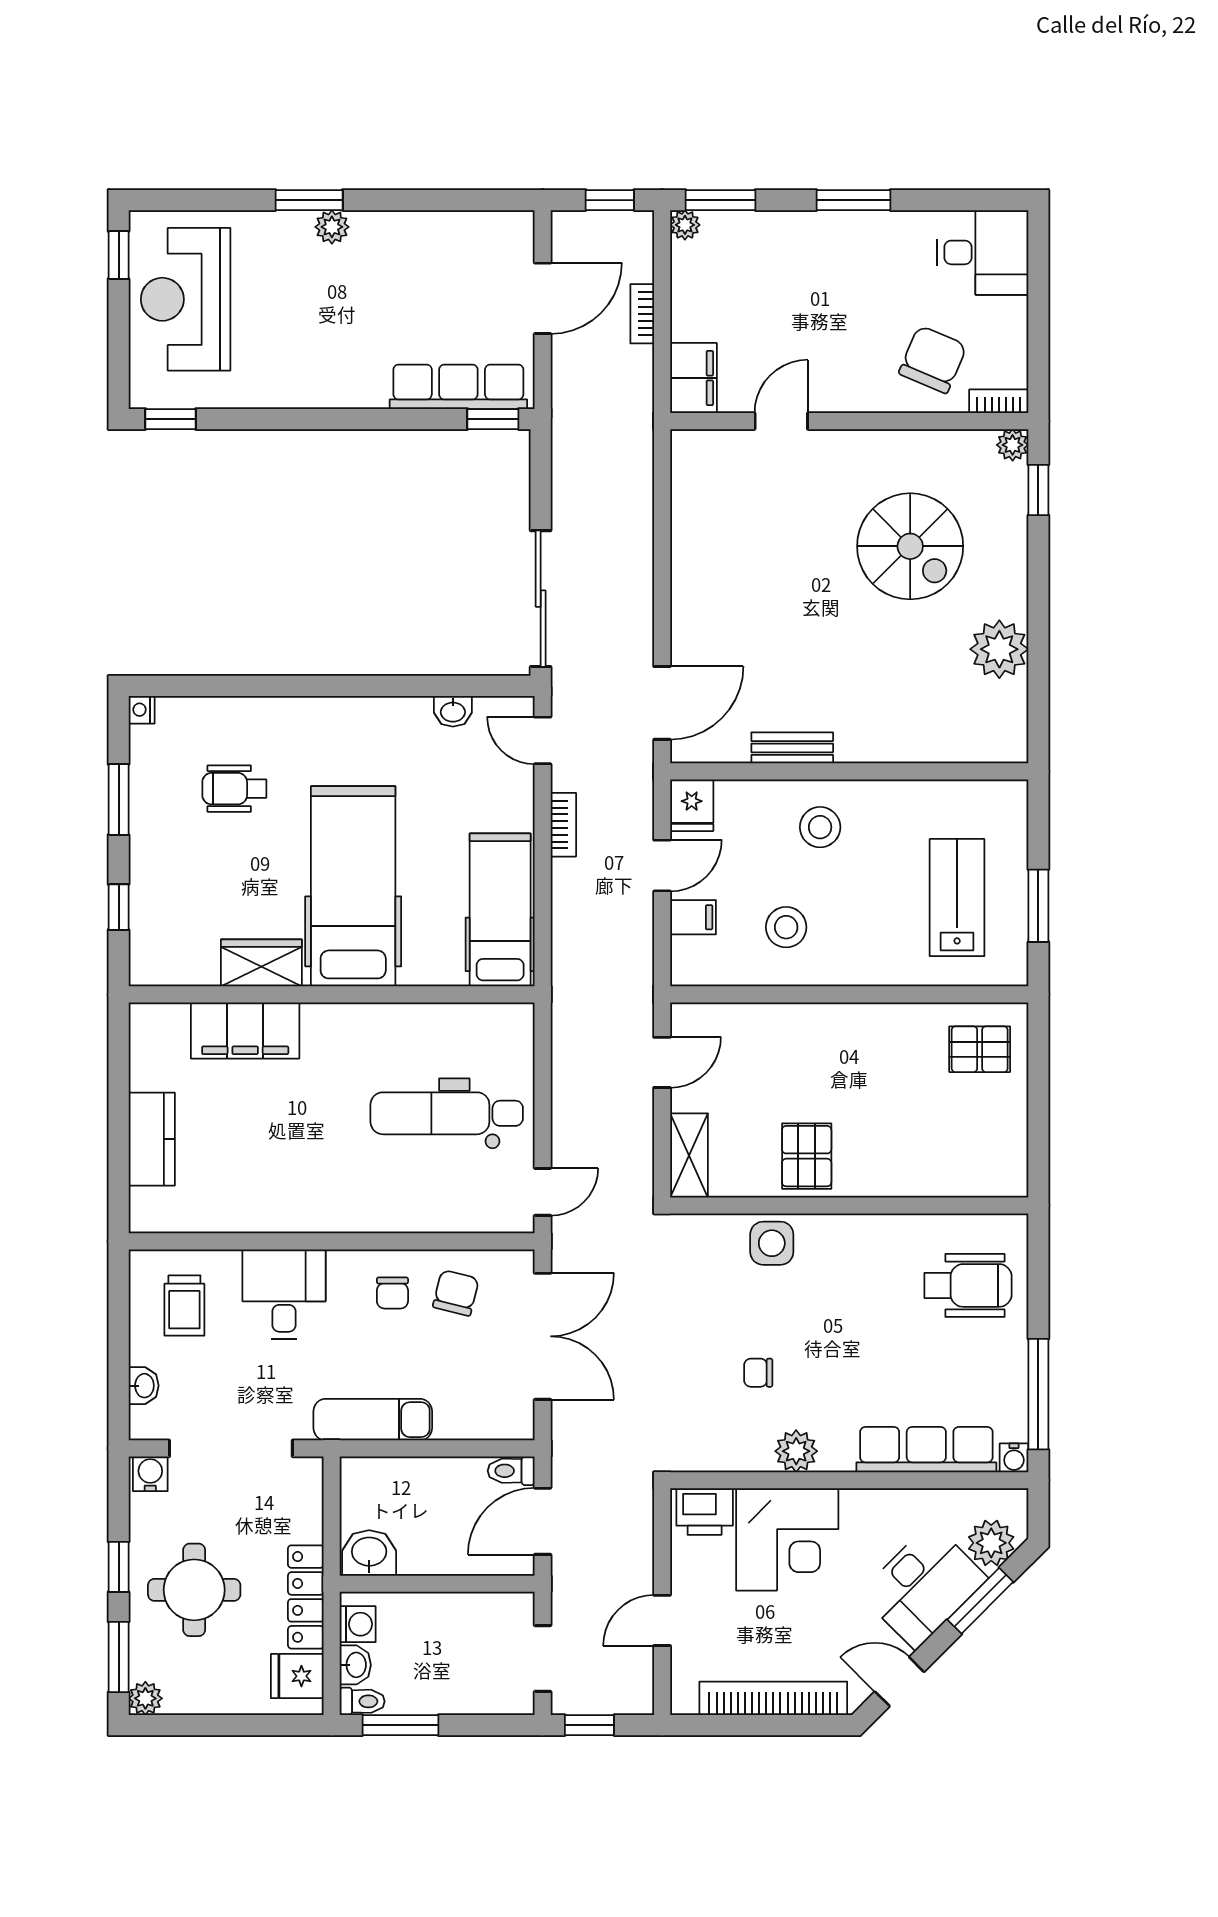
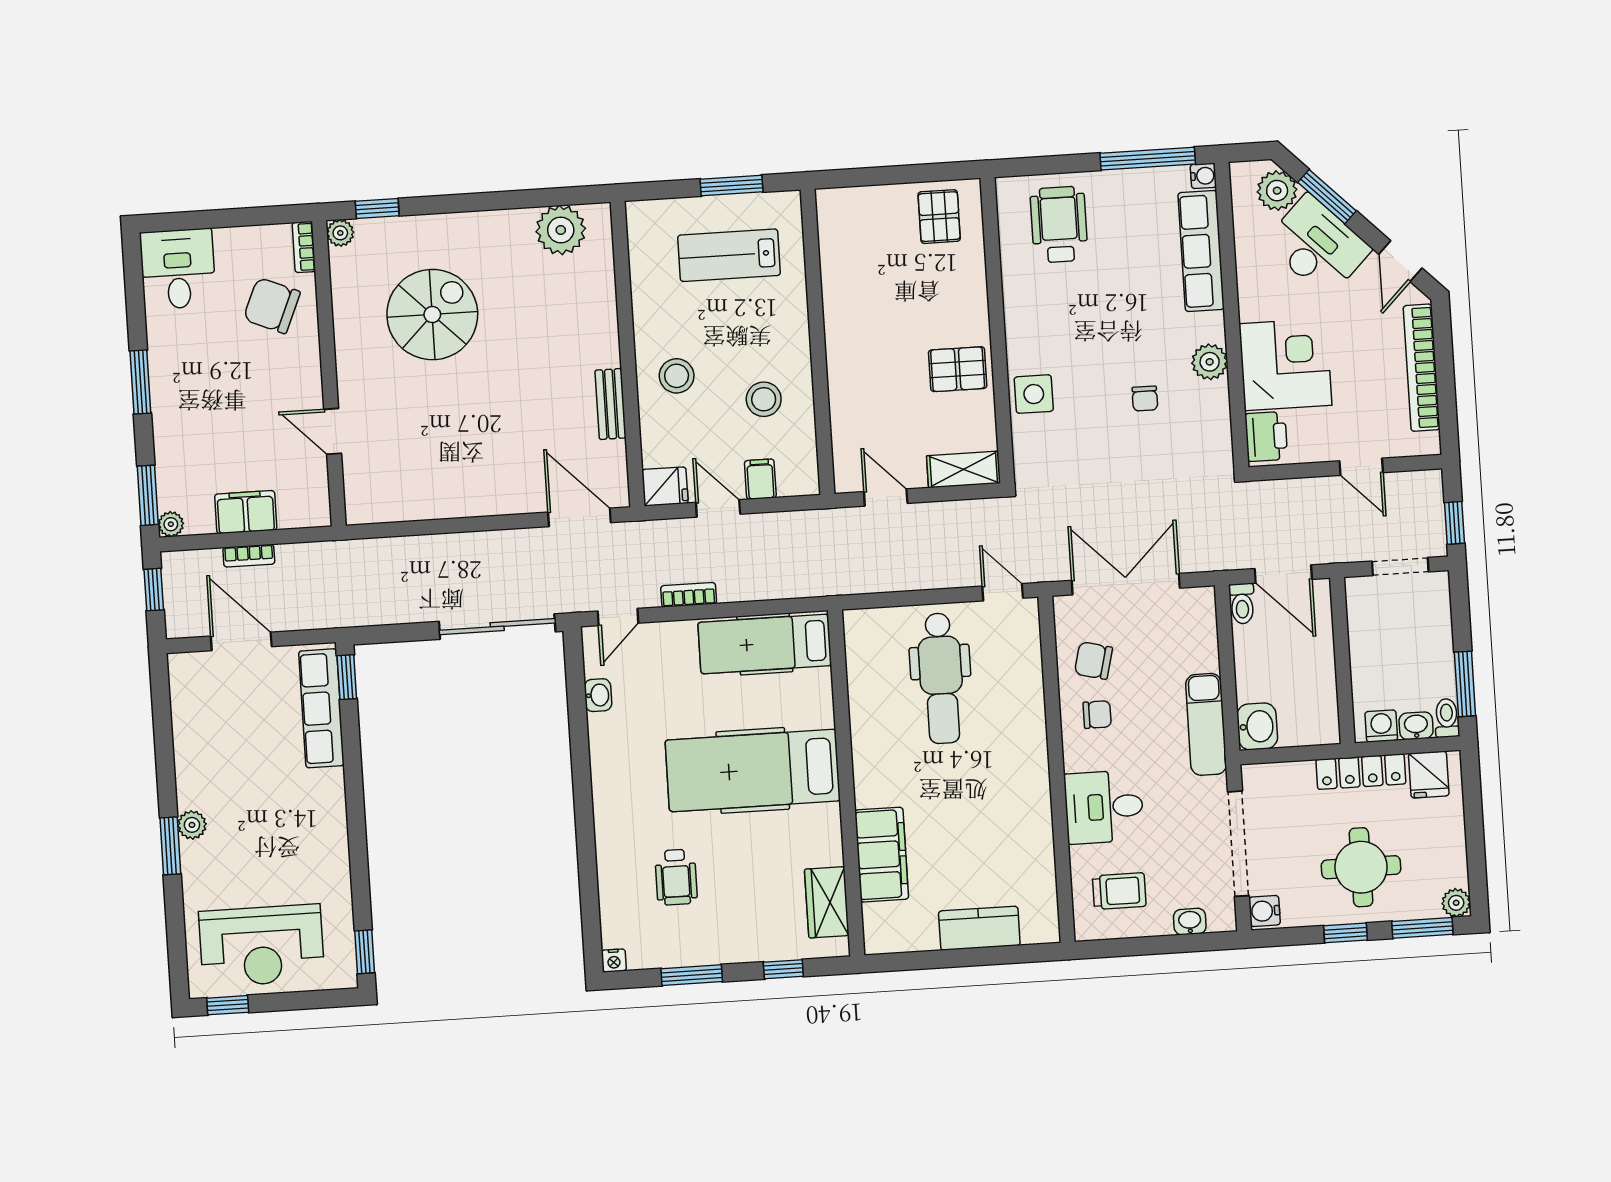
filing cabinet: (693, 378) -> (246, 512), moved
plant: (999, 649) -> (561, 230), moved
wardrobe: (261, 963) -> (827, 902), moved
pallet: (980, 1049) -> (939, 217), moved
washbasin: (369, 1553) -> (1257, 726), moved, turned 180

